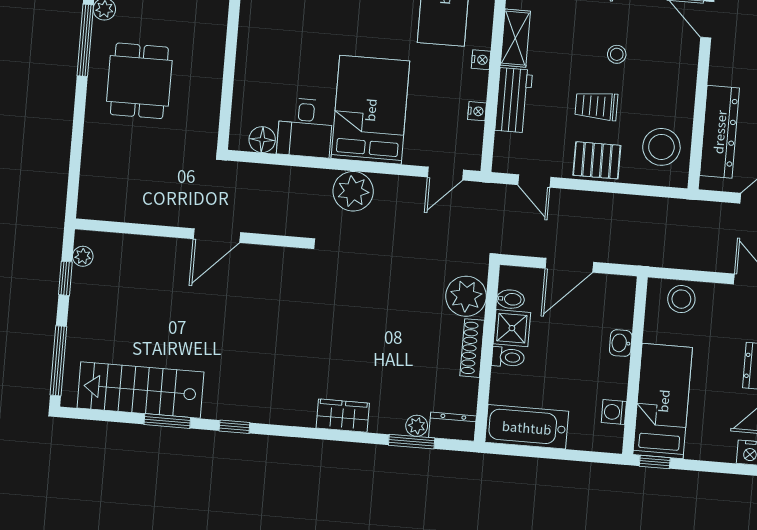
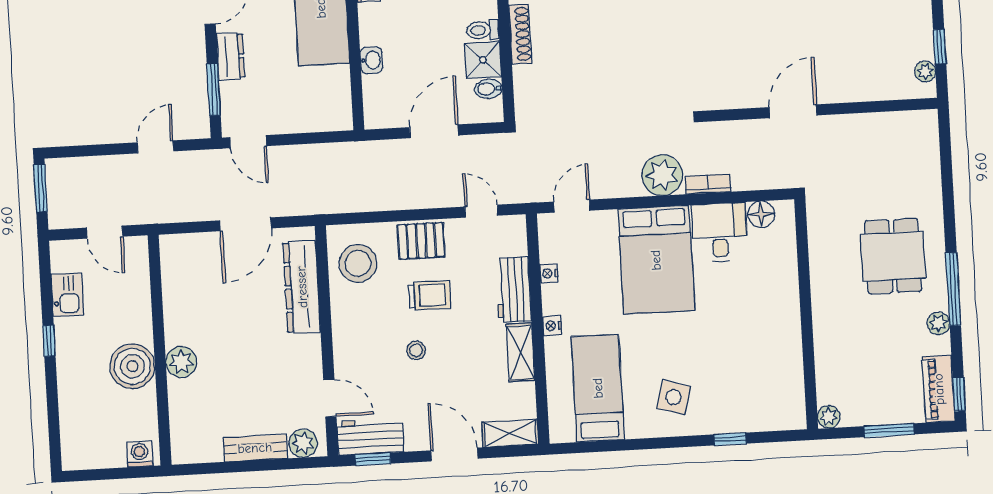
bookcase: (310, 176) -> (708, 184), added
plant: (466, 296) -> (534, 85), removed
stool: (681, 299) -> (316, 113), removed

